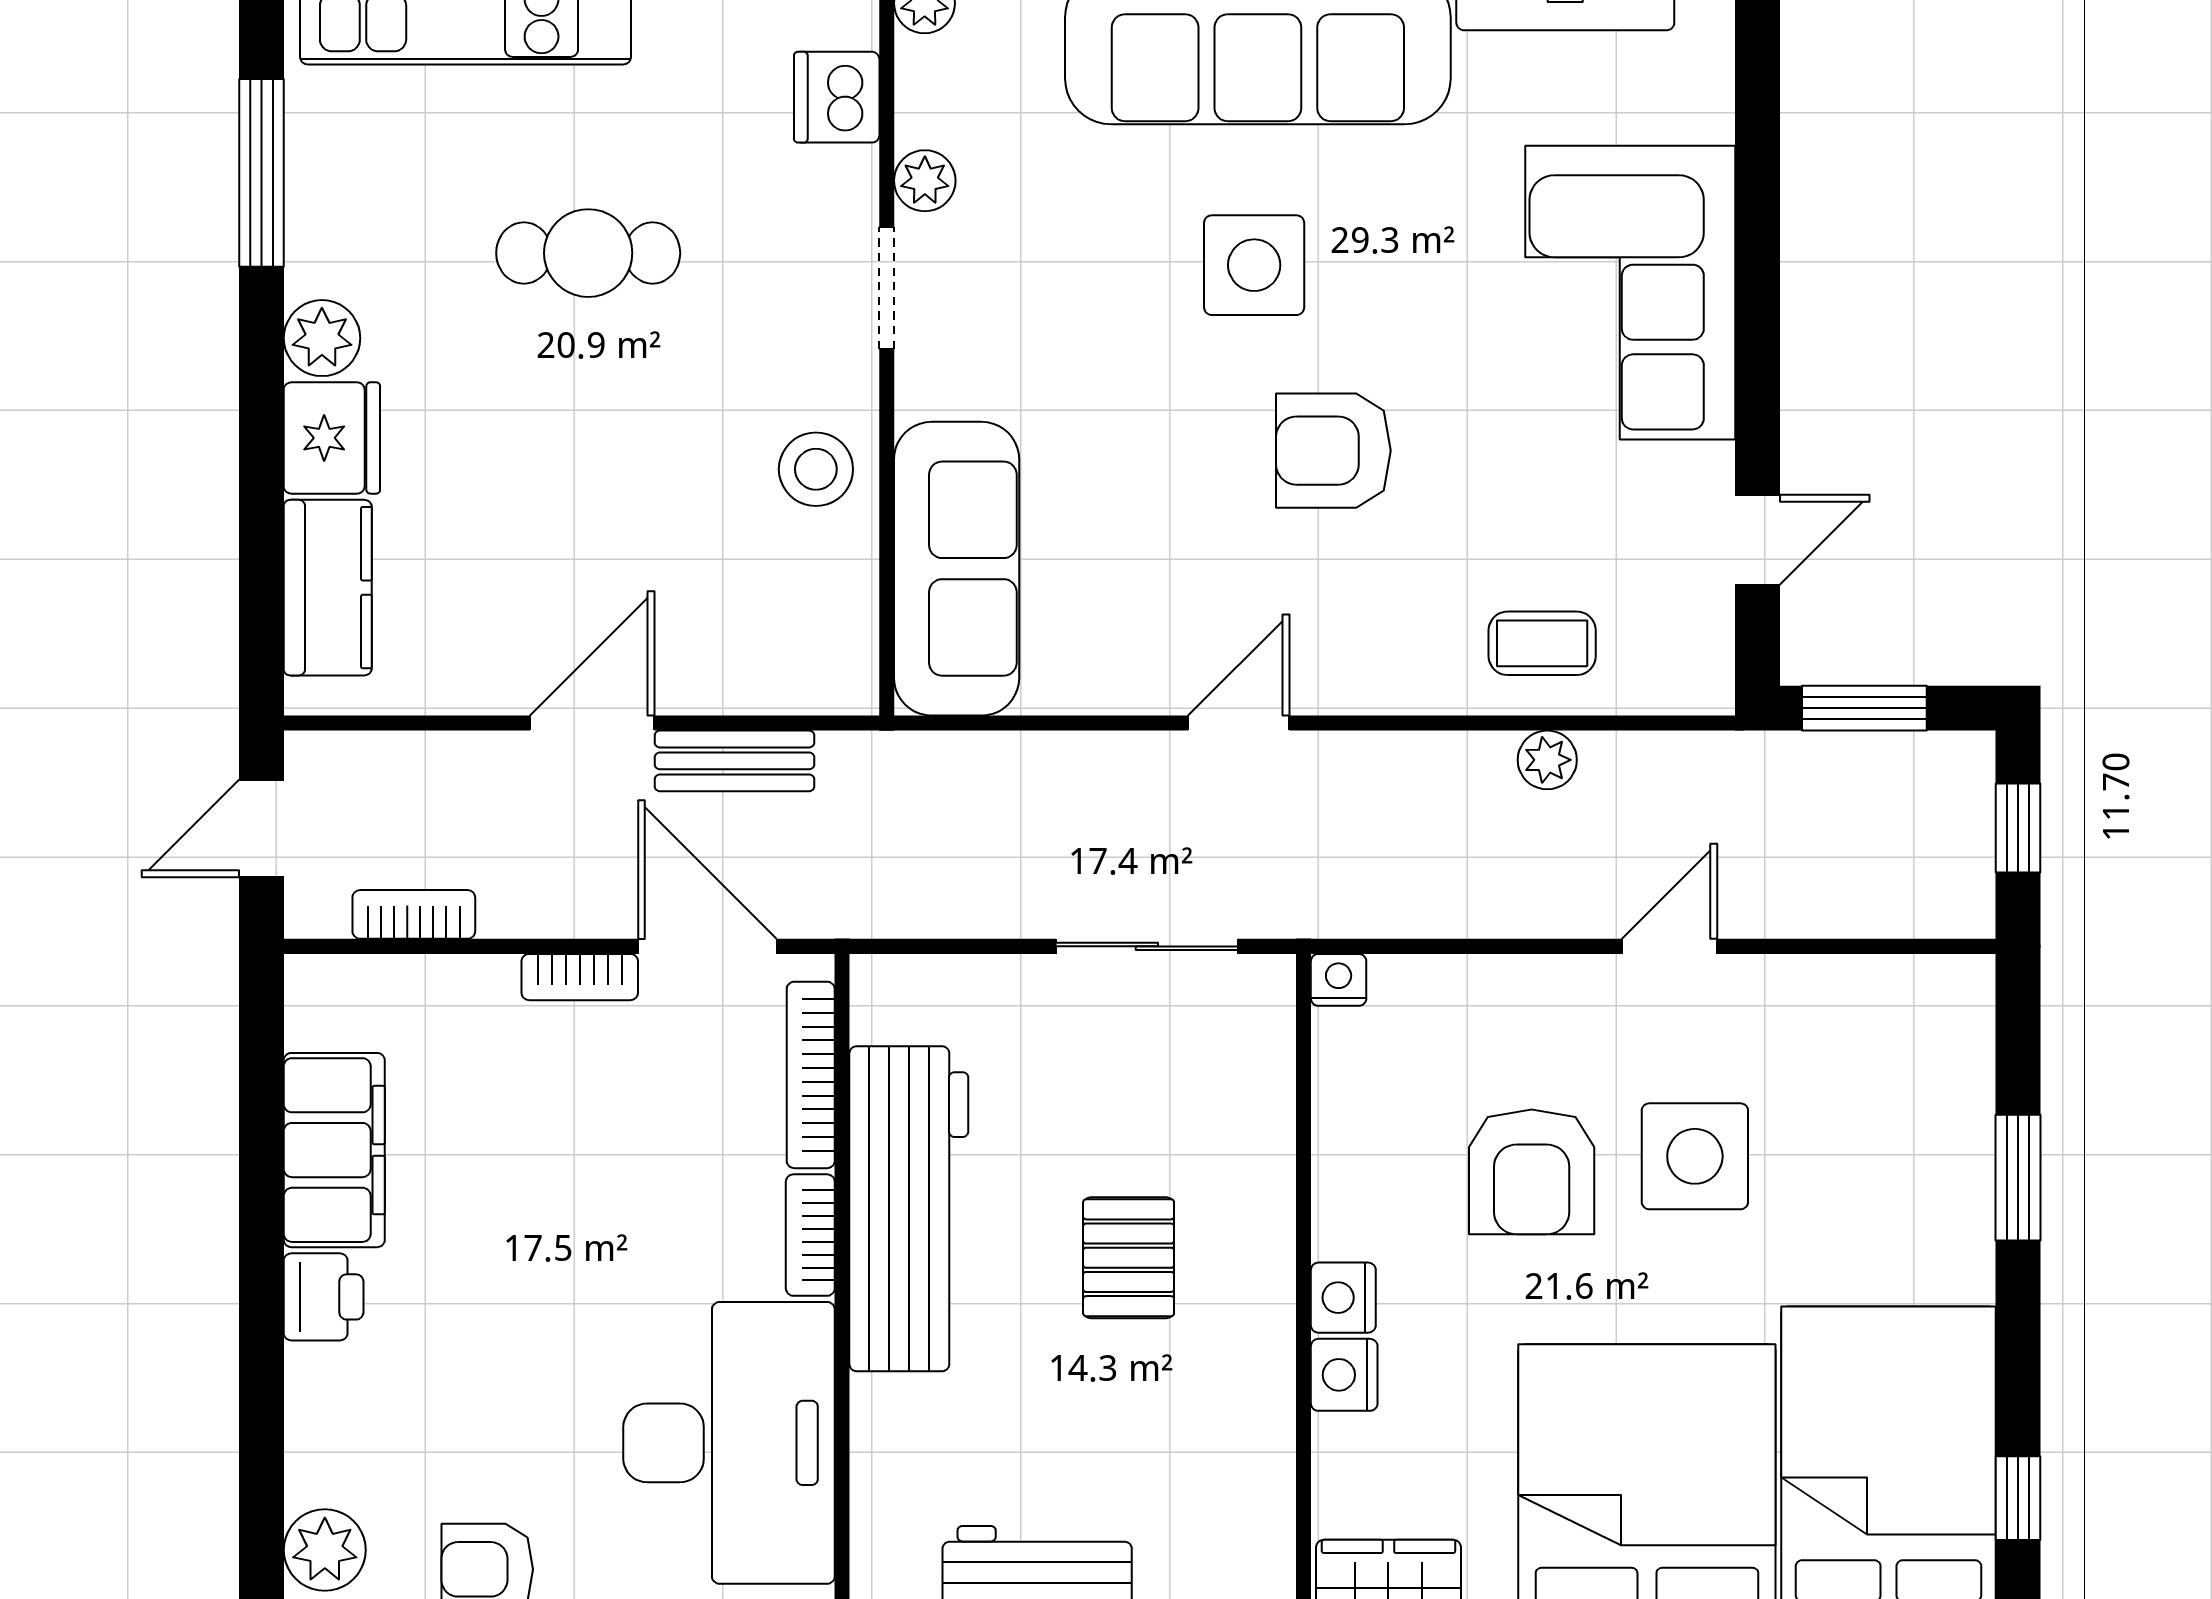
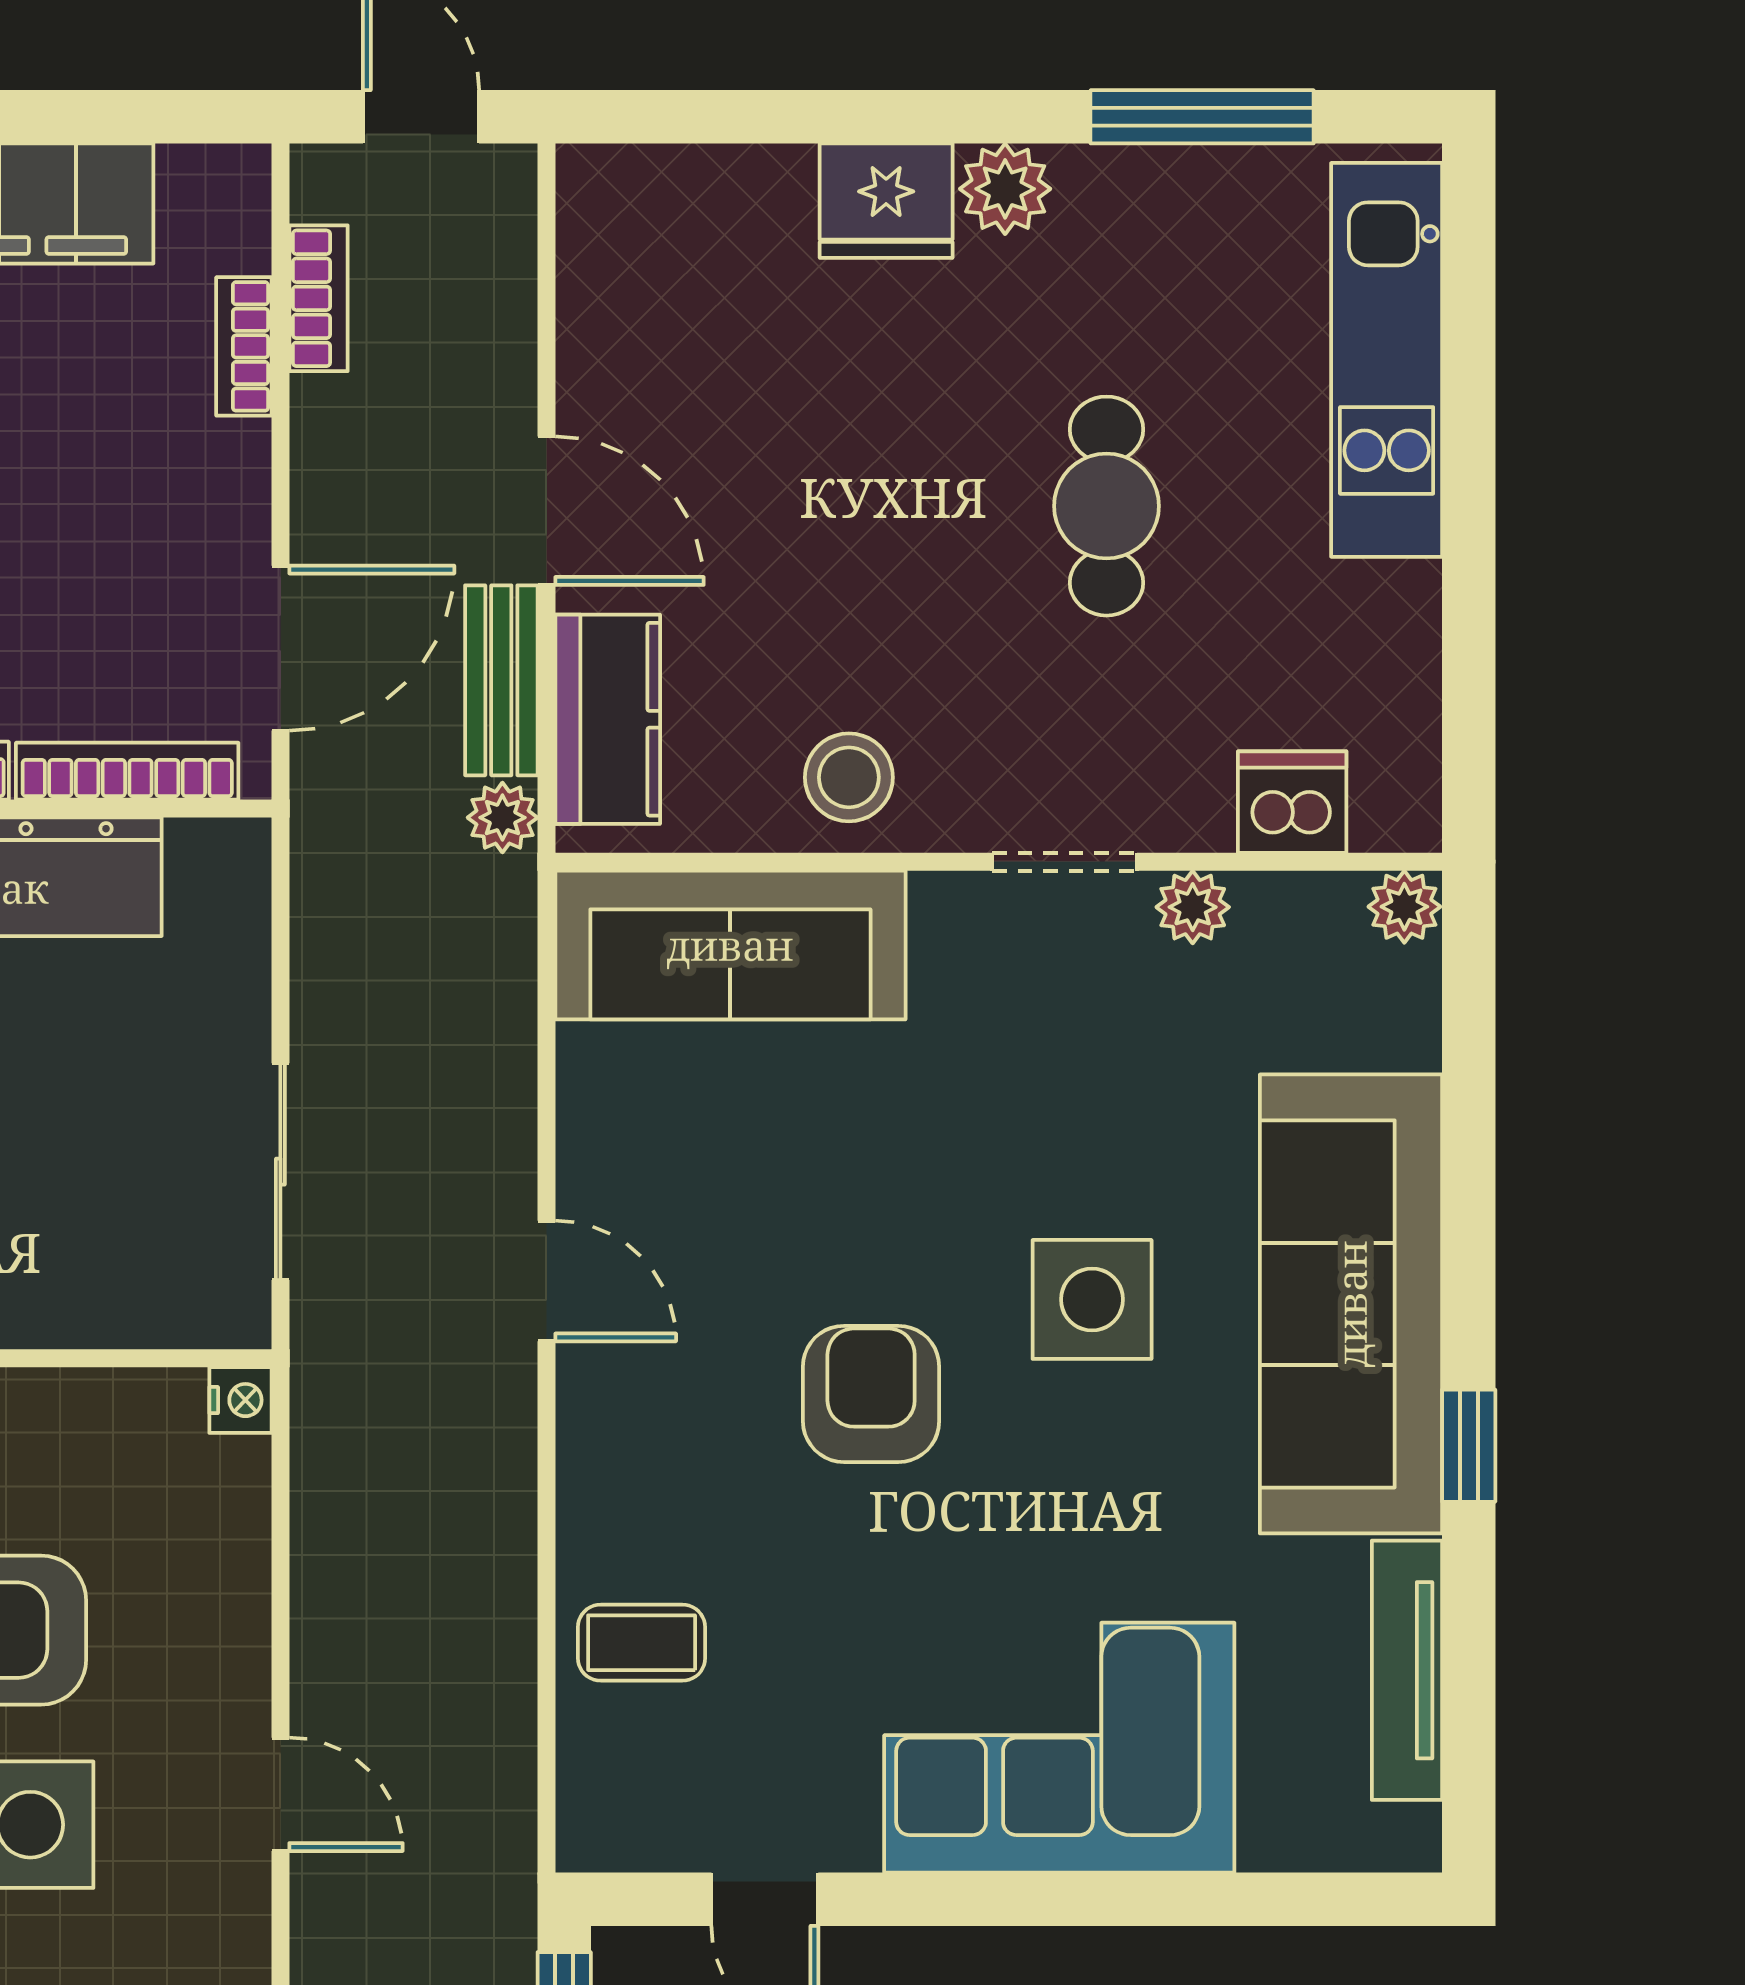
kitchen counter: (328, 588) -> (608, 719), moved, turned -90
coffee table: (1542, 643) -> (642, 1643), turned 90
plant: (1547, 760) -> (502, 818), moved
bookcase: (580, 977) -> (244, 346), moved

